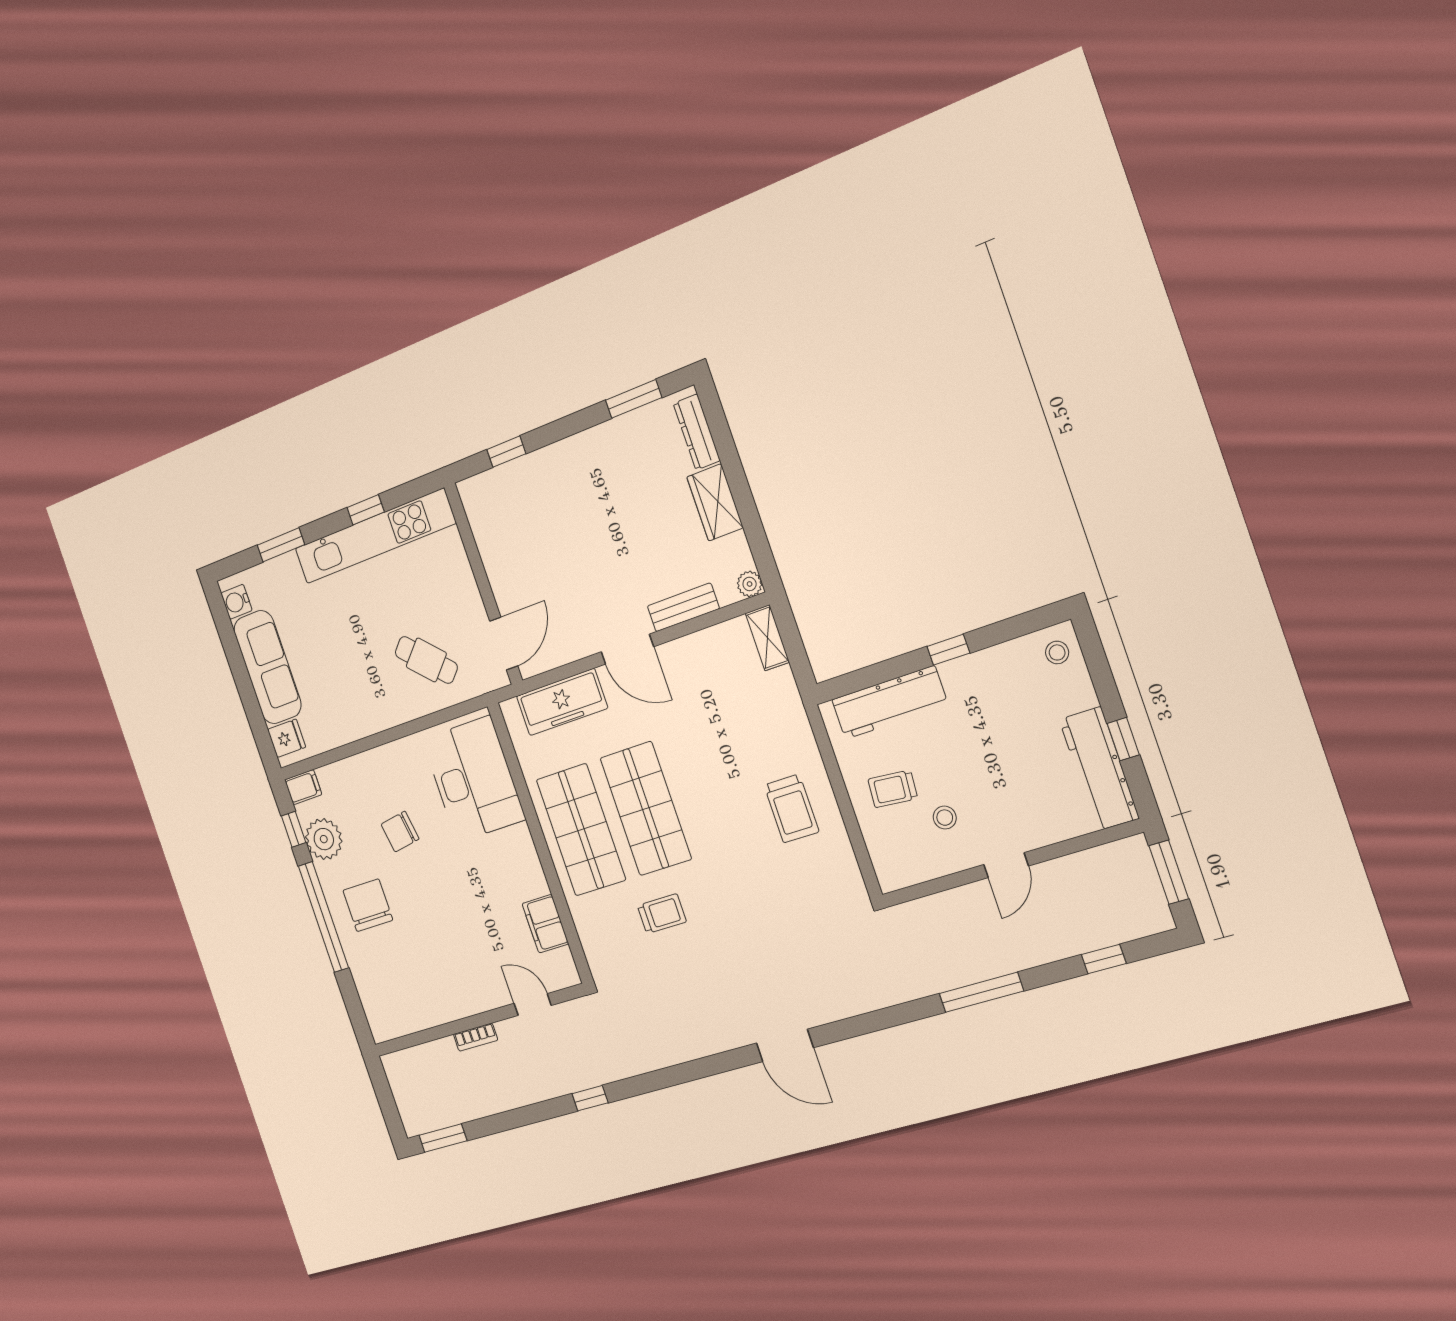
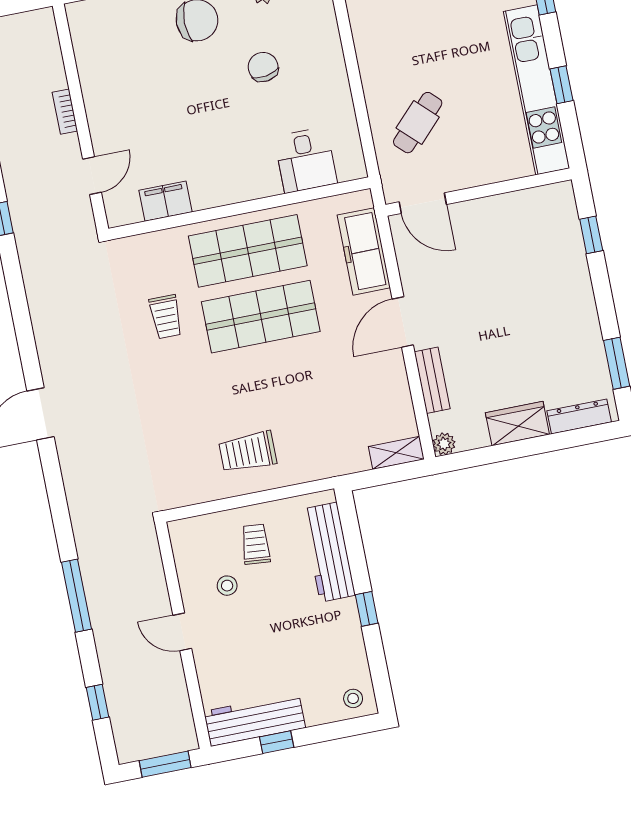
desk: (474, 779) -> (306, 160), width x0.53, depth x0.77

